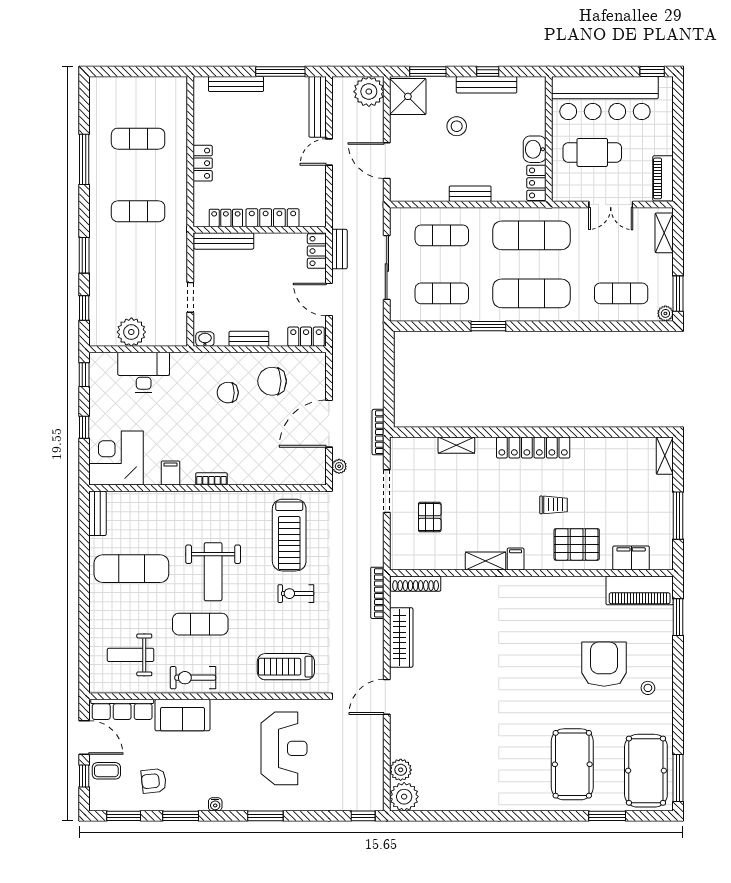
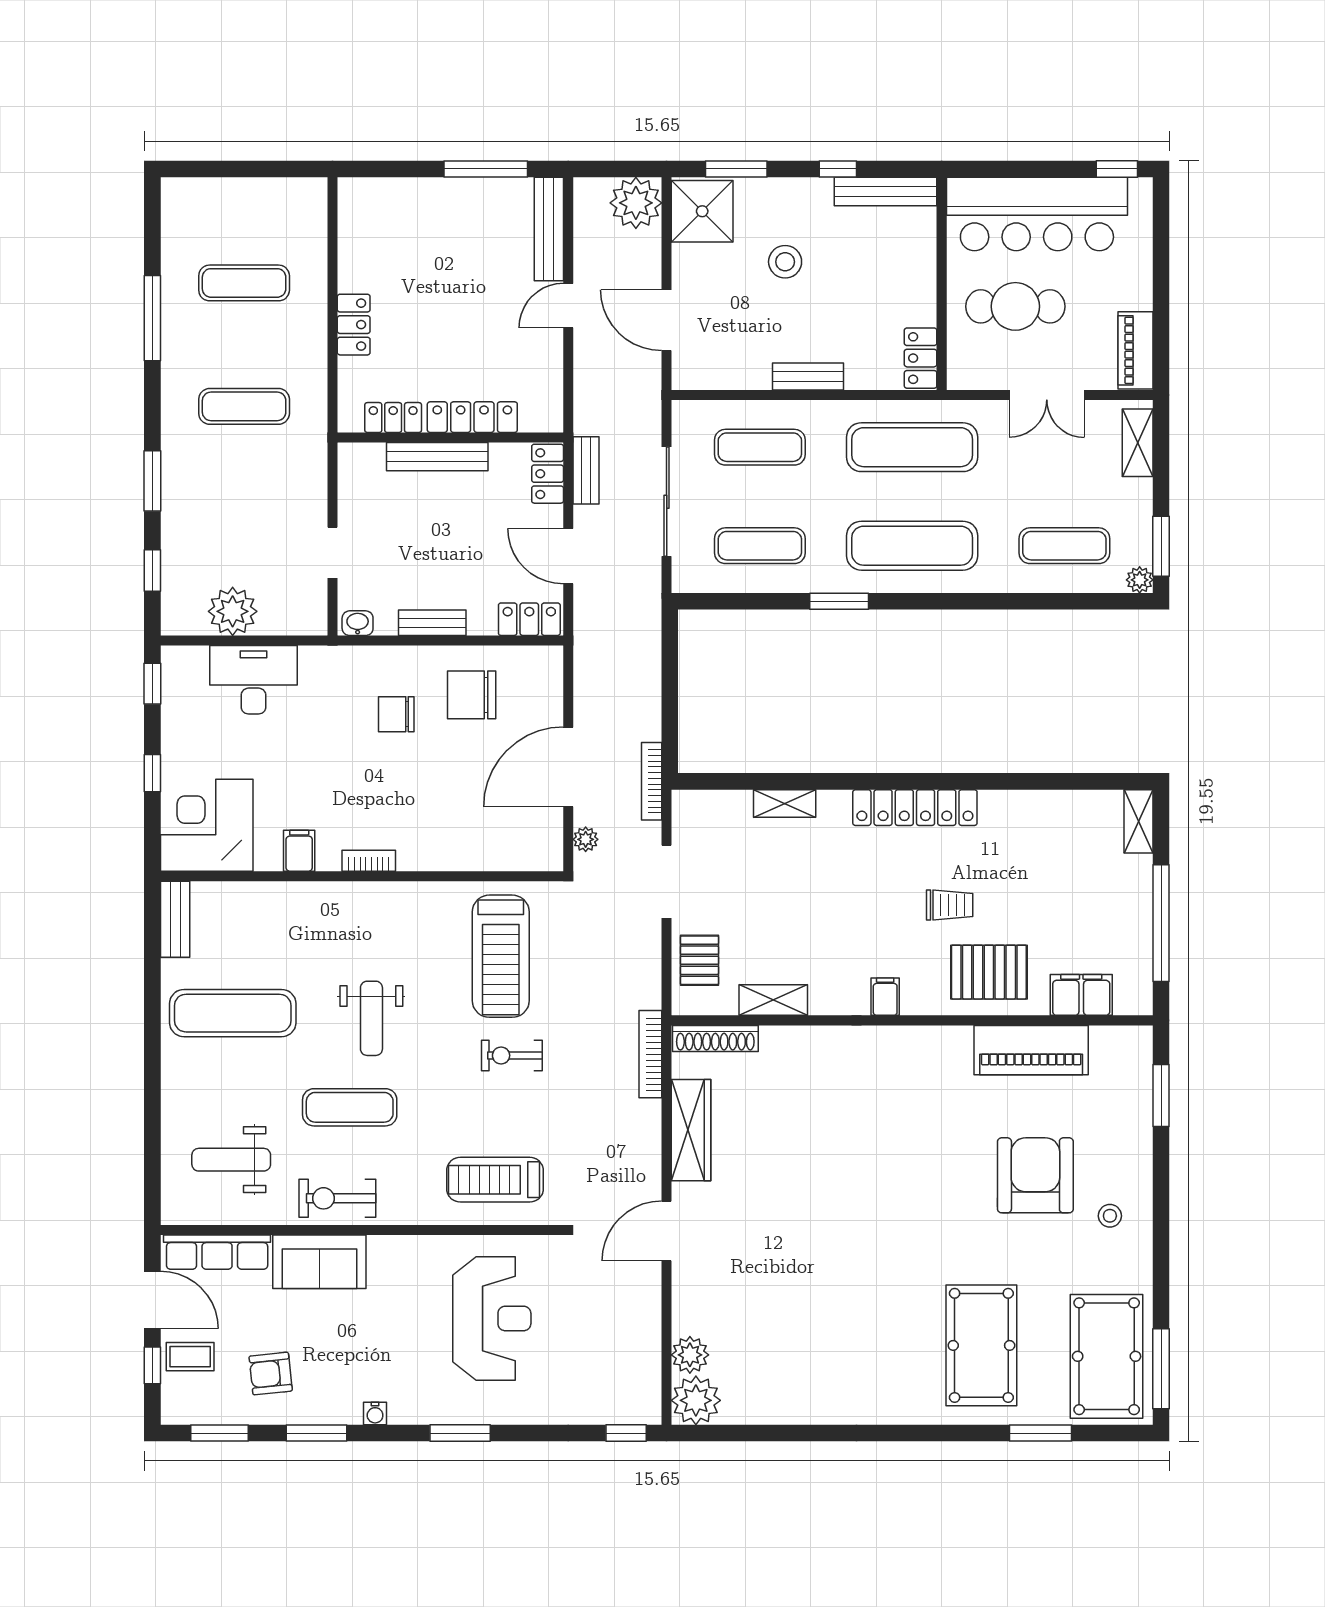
bench: (236, 84) -> (410, 190), removed
bench: (487, 85) -> (886, 191), moved
washbasin: (535, 149) -> (918, 301), removed
bench: (224, 241) -> (437, 457), moved
window: (678, 516) -> (1161, 923), width x1.46
pallet: (430, 517) -> (699, 960), moved
shelving: (486, 561) -> (773, 1000), moved
weight bench: (213, 572) -> (371, 1018), width x0.73, depth x0.75
piano: (640, 590) -> (1031, 1050), moved

